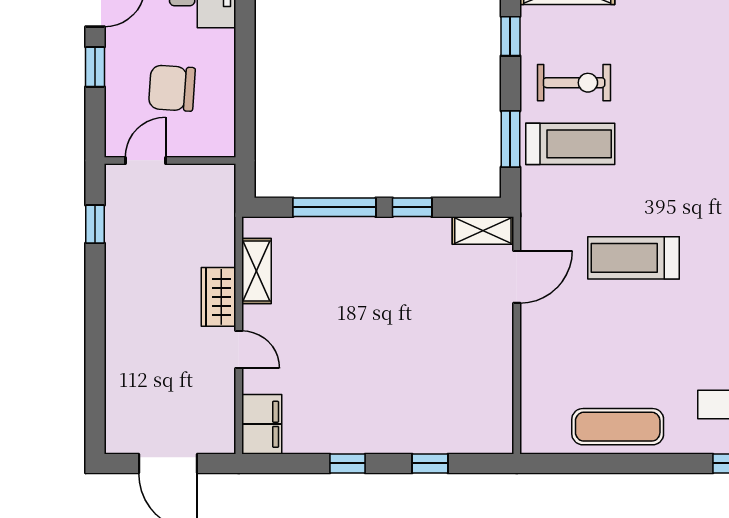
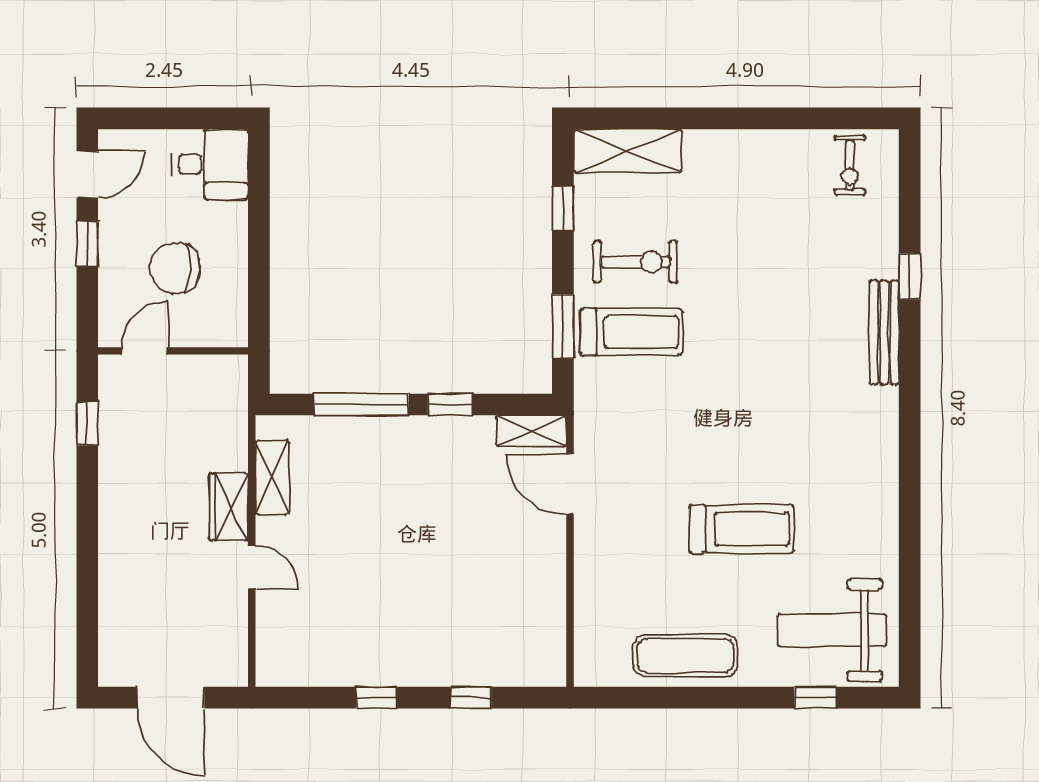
treadmill: (633, 258) -> (741, 529), moved, turned 180
door: (517, 277) -> (570, 484), swing flipped
filing cabinet: (262, 424) -> (278, 653), removed

